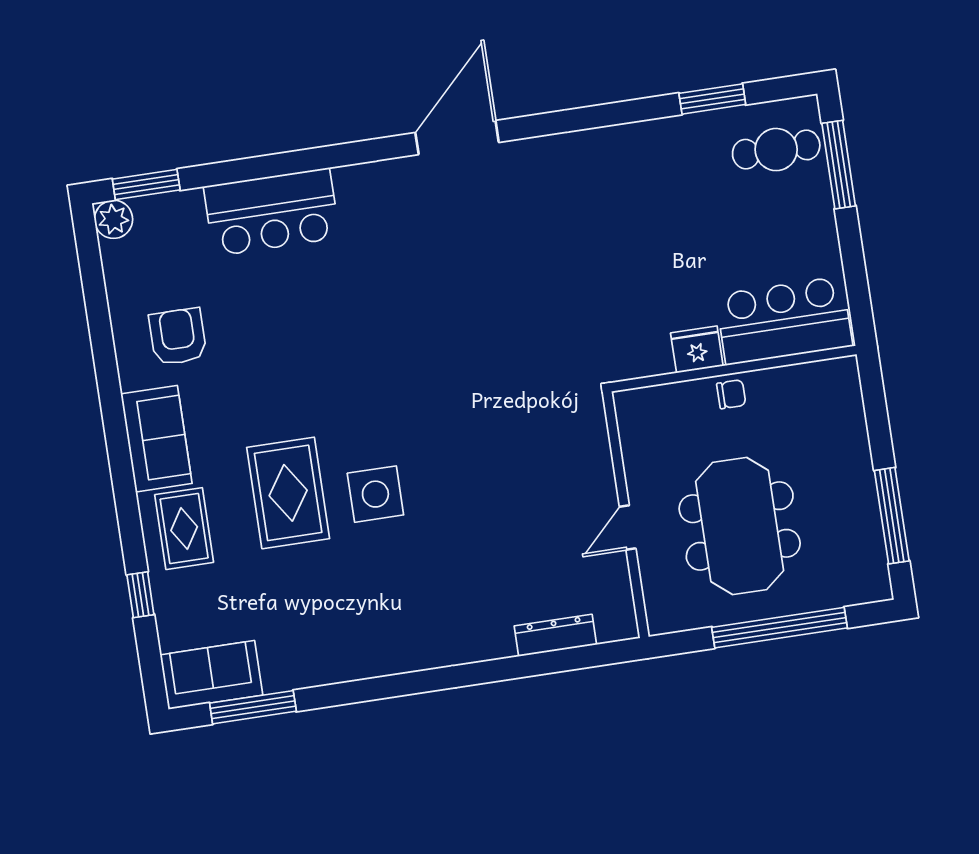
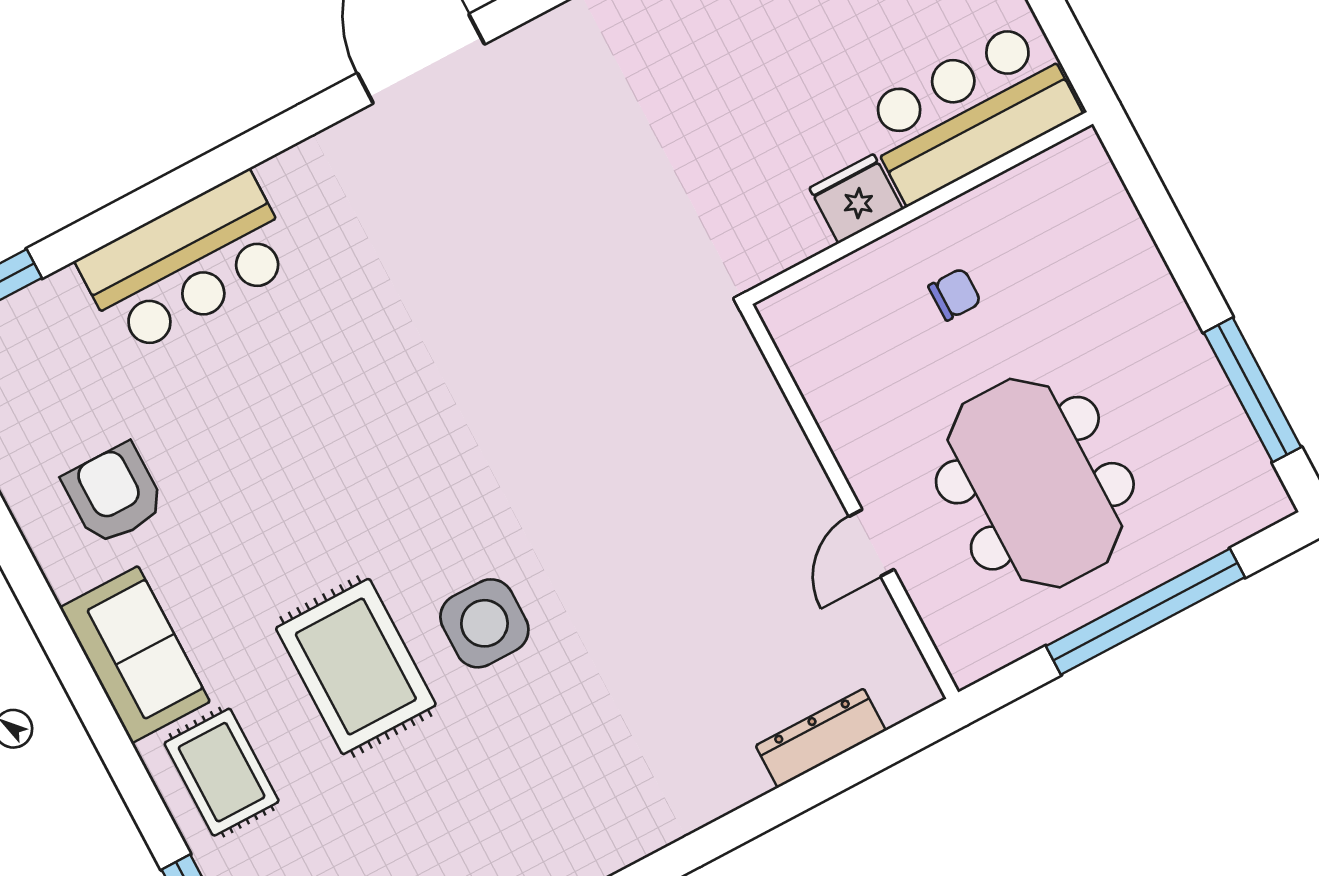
bar counter: (784, 321) -> (969, 112), moved
fridge: (697, 349) -> (856, 199), moved
wall: (733, 369) -> (920, 208), moved

